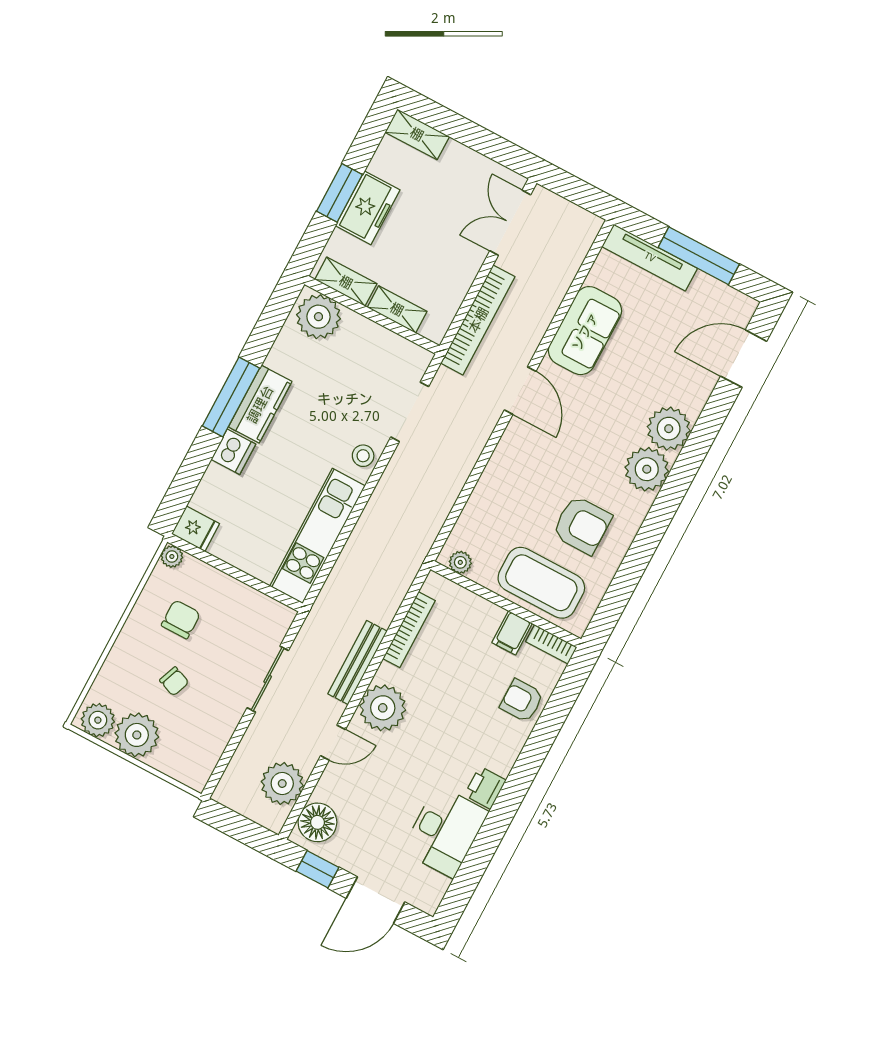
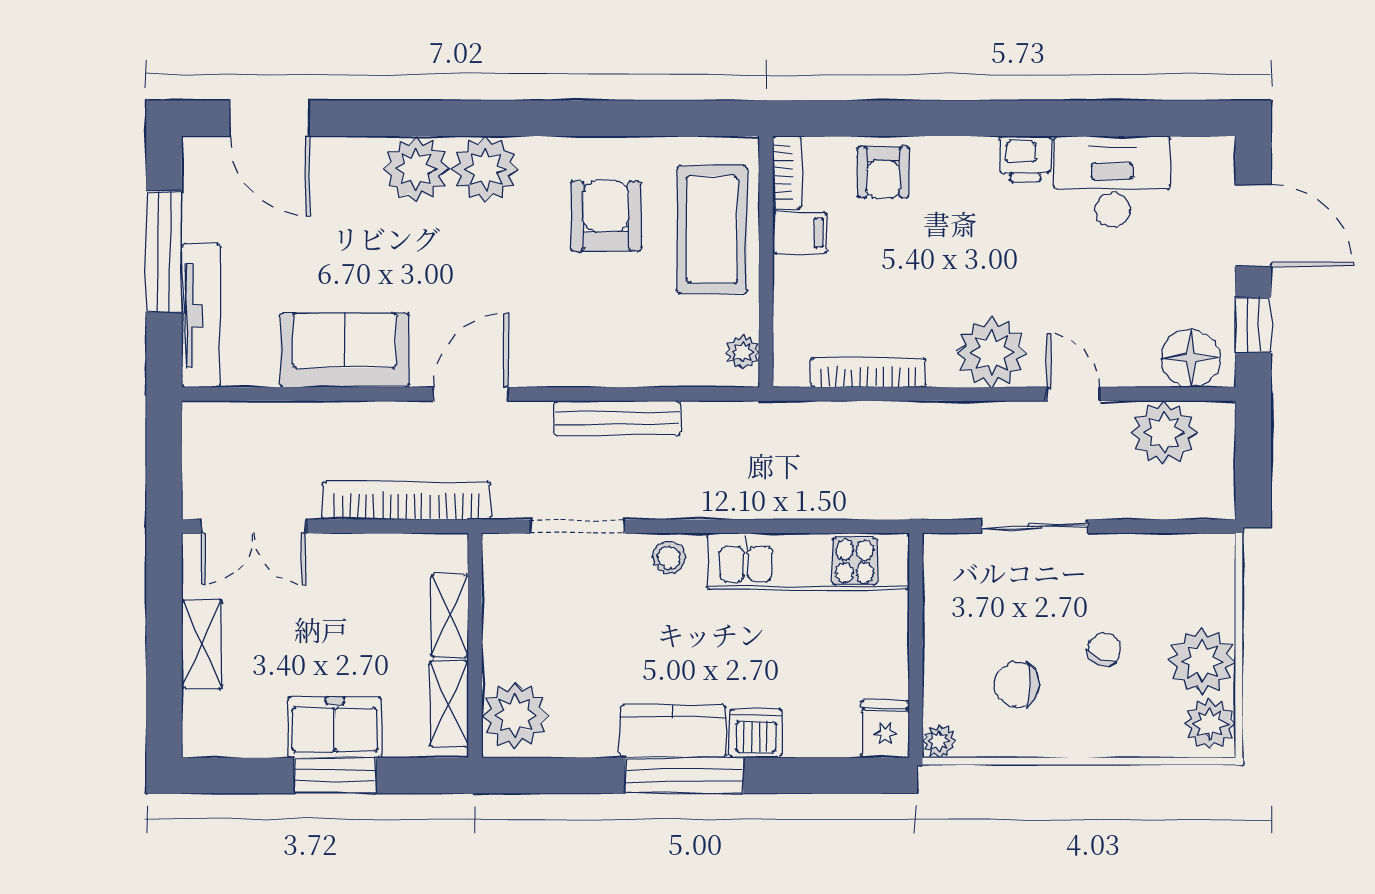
shelving: (417, 134) -> (202, 644), moved
bench: (357, 663) -> (617, 418), moved

